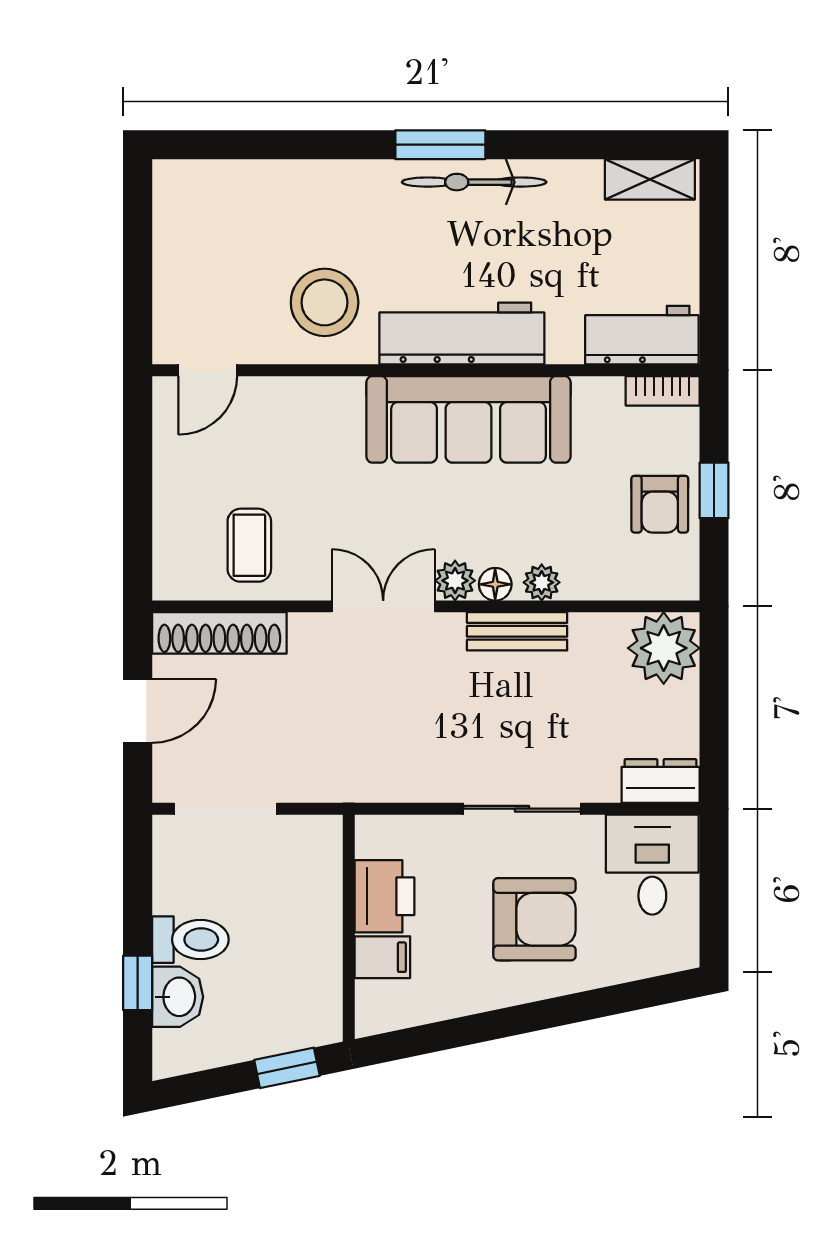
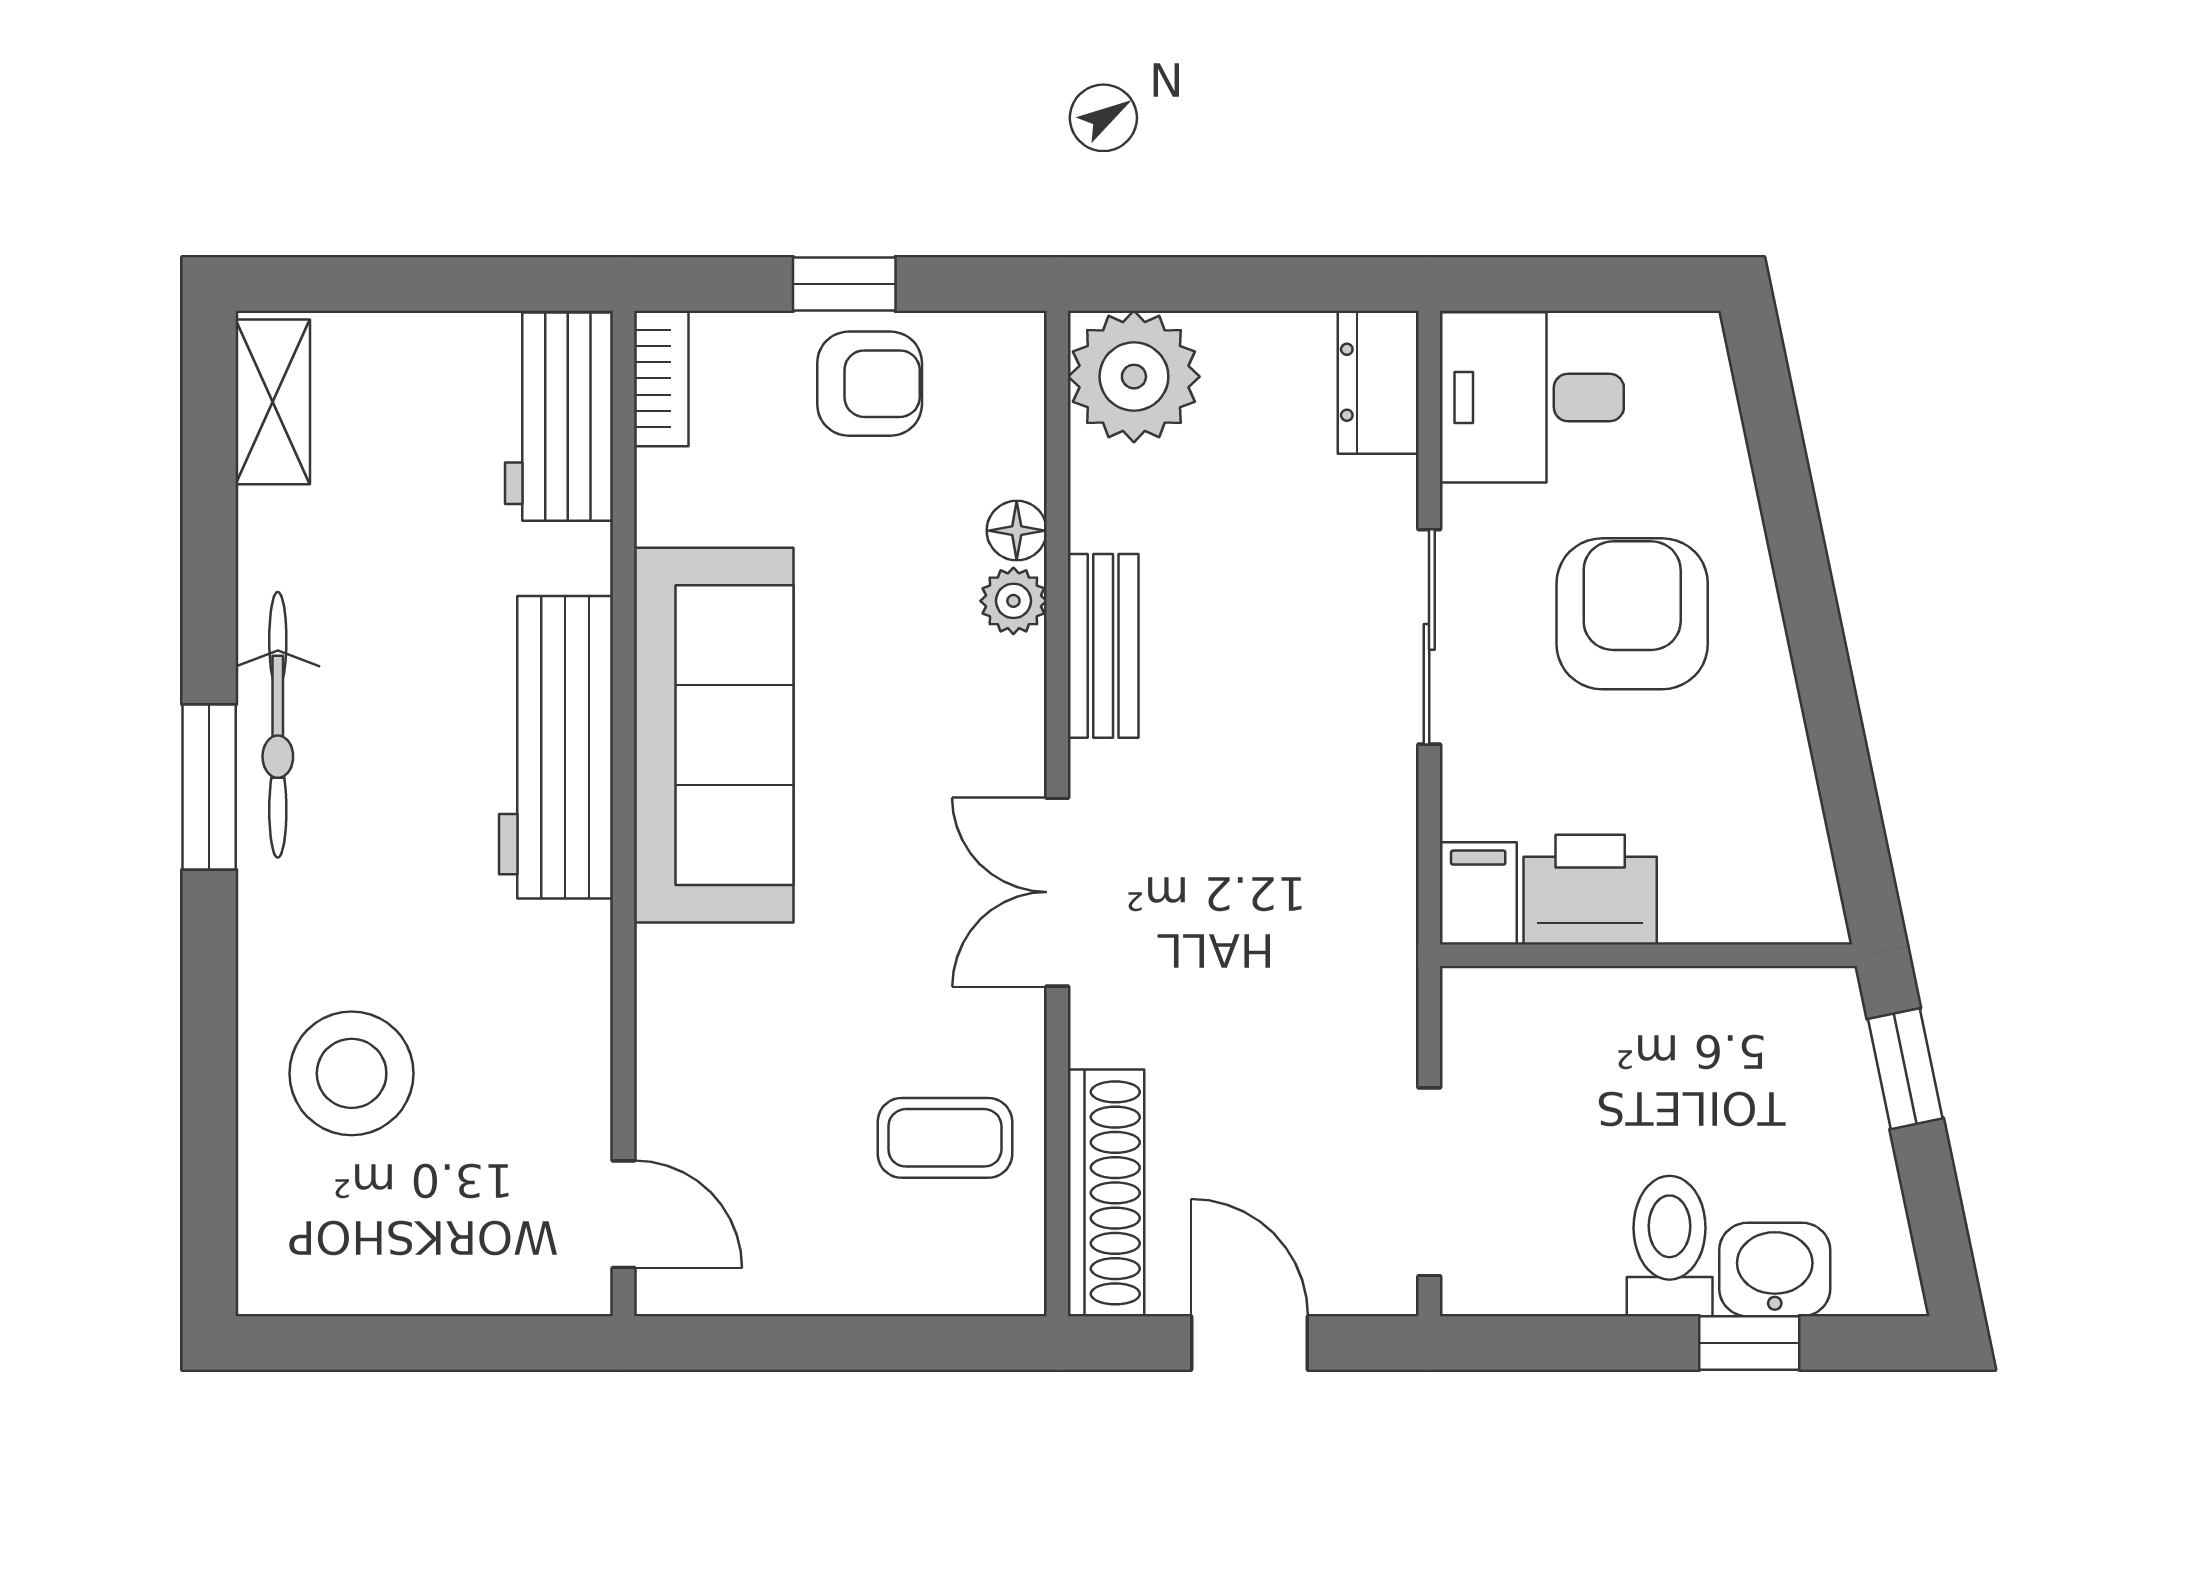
stool: (325, 302) -> (352, 1073), moved
plant: (455, 581) -> (1010, 760), removed
floor lamp: (495, 584) -> (1017, 531), moved
filing cabinet: (382, 957) -> (1478, 893), moved

